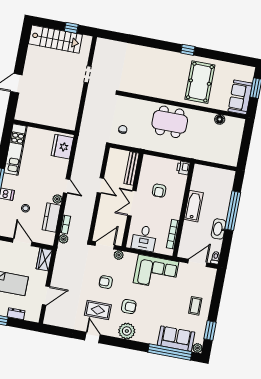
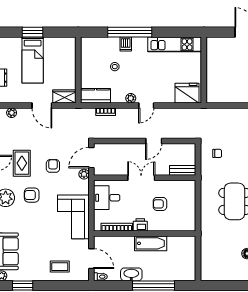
bench: (132, 168) -> (183, 170), width x0.73
printer: (183, 168) -> (140, 225), moved
kitchen counter: (51, 218) -> (96, 96), moved
plant: (63, 239) -> (12, 113), moved
door: (22, 242) -> (78, 70), removed
door: (105, 245) -> (91, 158), swing flipped
door: (46, 296) -> (42, 106), moved
coffee table: (195, 306) -> (60, 267), moved
armchair: (129, 307) -> (32, 195), turned 90

